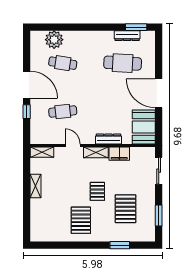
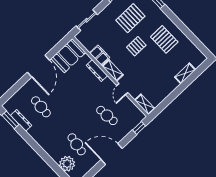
cafe table: (123, 63) -> (41, 107), width x0.73, depth x0.74
door: (27, 85) -> (112, 154), hinge flipped
window: (27, 112) -> (139, 128), moved
shelving: (36, 186) -> (185, 73), moved
pallet: (81, 220) -> (164, 39), turned 90

